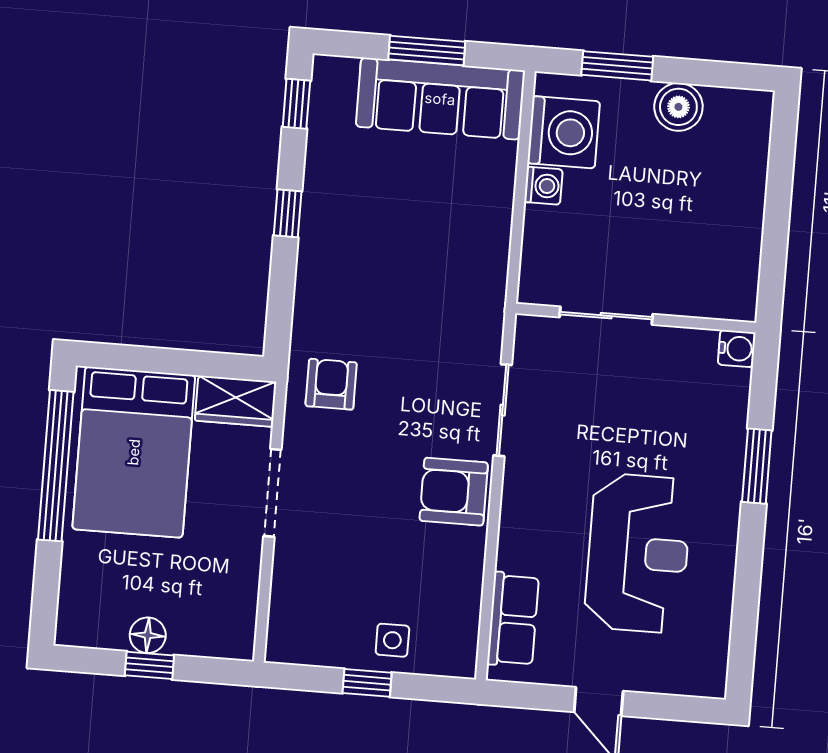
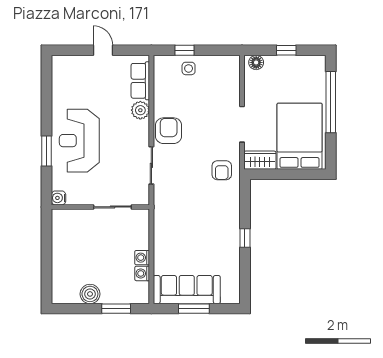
window: (296, 104) -> (245, 283), removed
washing machine: (564, 132) -> (142, 273), width x0.53, depth x0.53
window: (56, 466) -> (331, 102), moved
armchair: (454, 492) -> (169, 131), turned -90
plant: (519, 547) -> (140, 110), added
reception desk: (638, 553) -> (79, 141), moved
floor lamp: (148, 635) -> (256, 62), moved
window: (367, 683) -> (184, 50), moved

